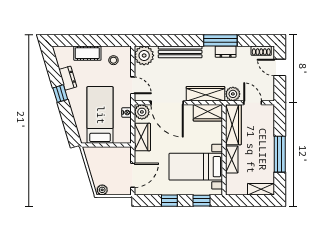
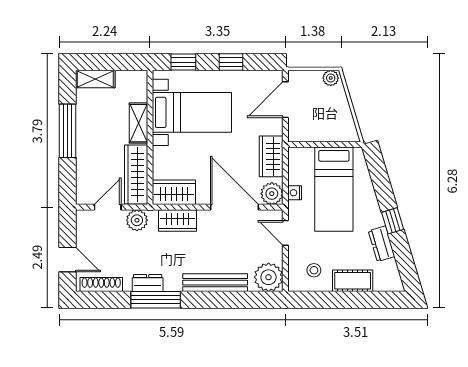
shoe rack: (261, 51) -> (101, 284), width x1.43
wardrobe: (205, 94) -> (178, 221), width x0.67
door: (253, 103) -> (108, 207), swing flipped

